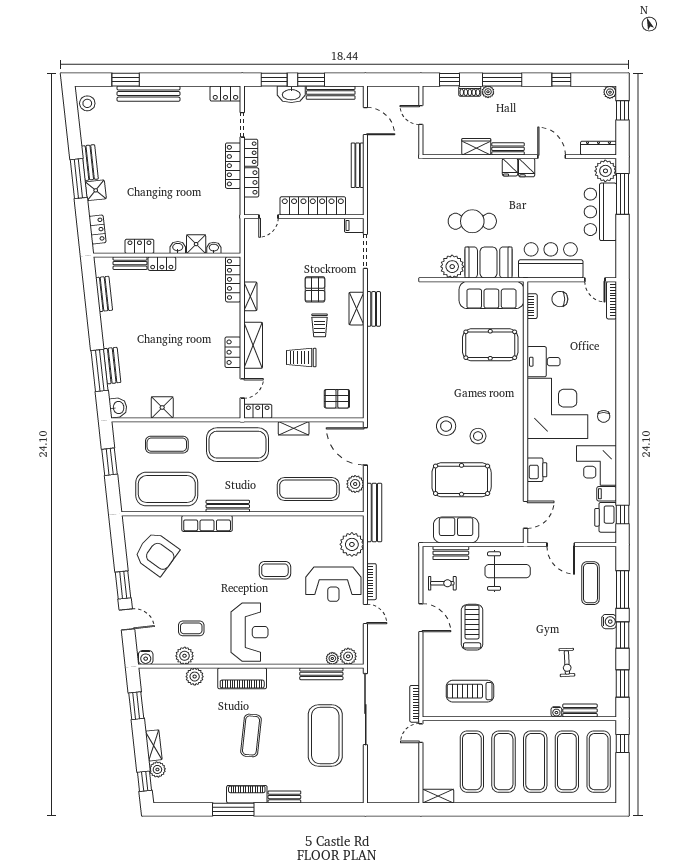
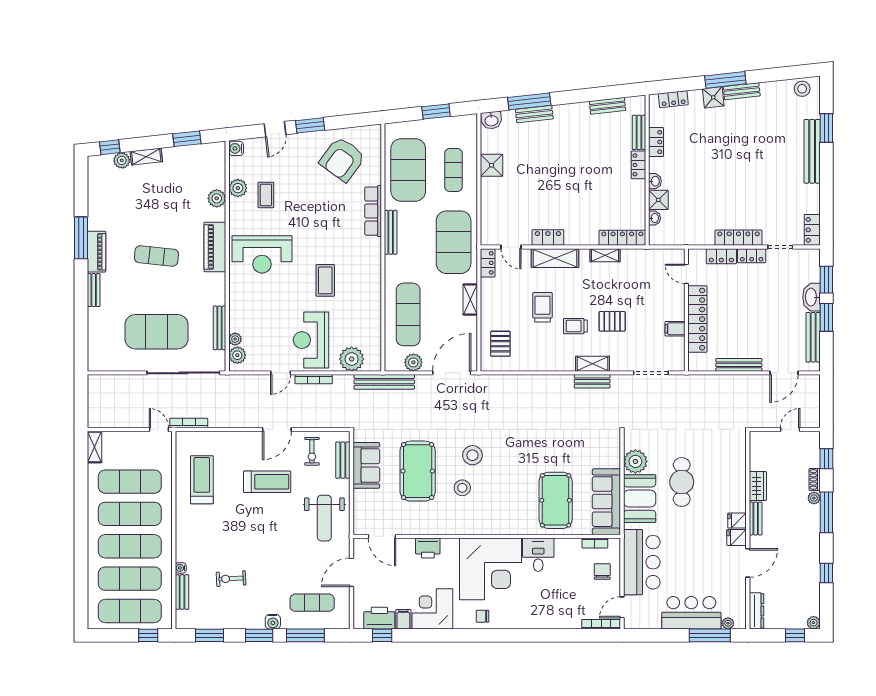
plant: (605, 171) -> (728, 623), width x0.53, depth x0.53
filing cabinet: (354, 225) -> (675, 329), moved, turned -90

